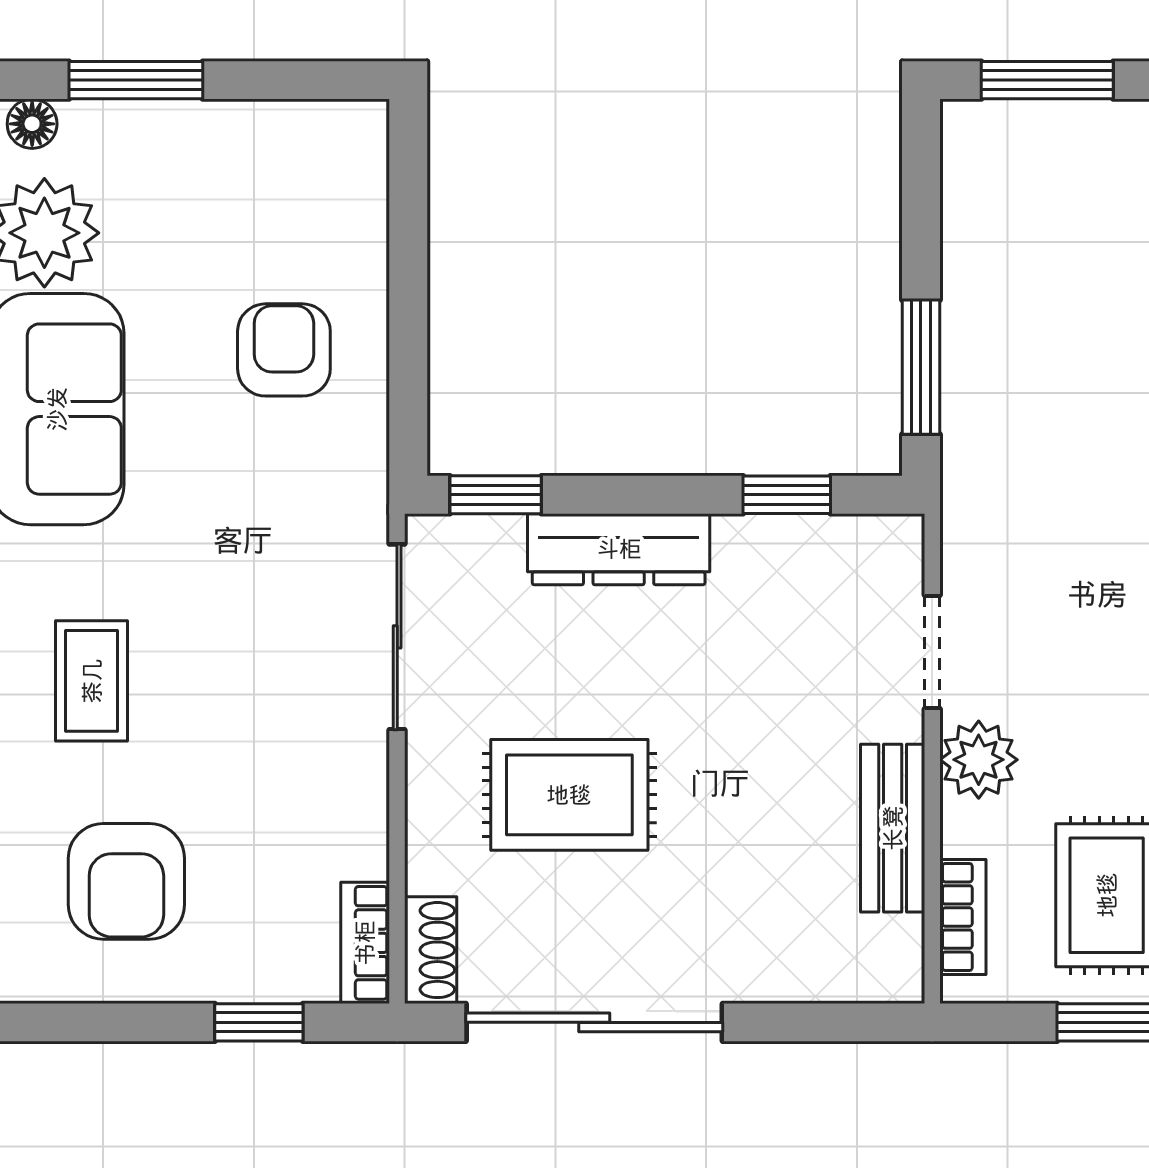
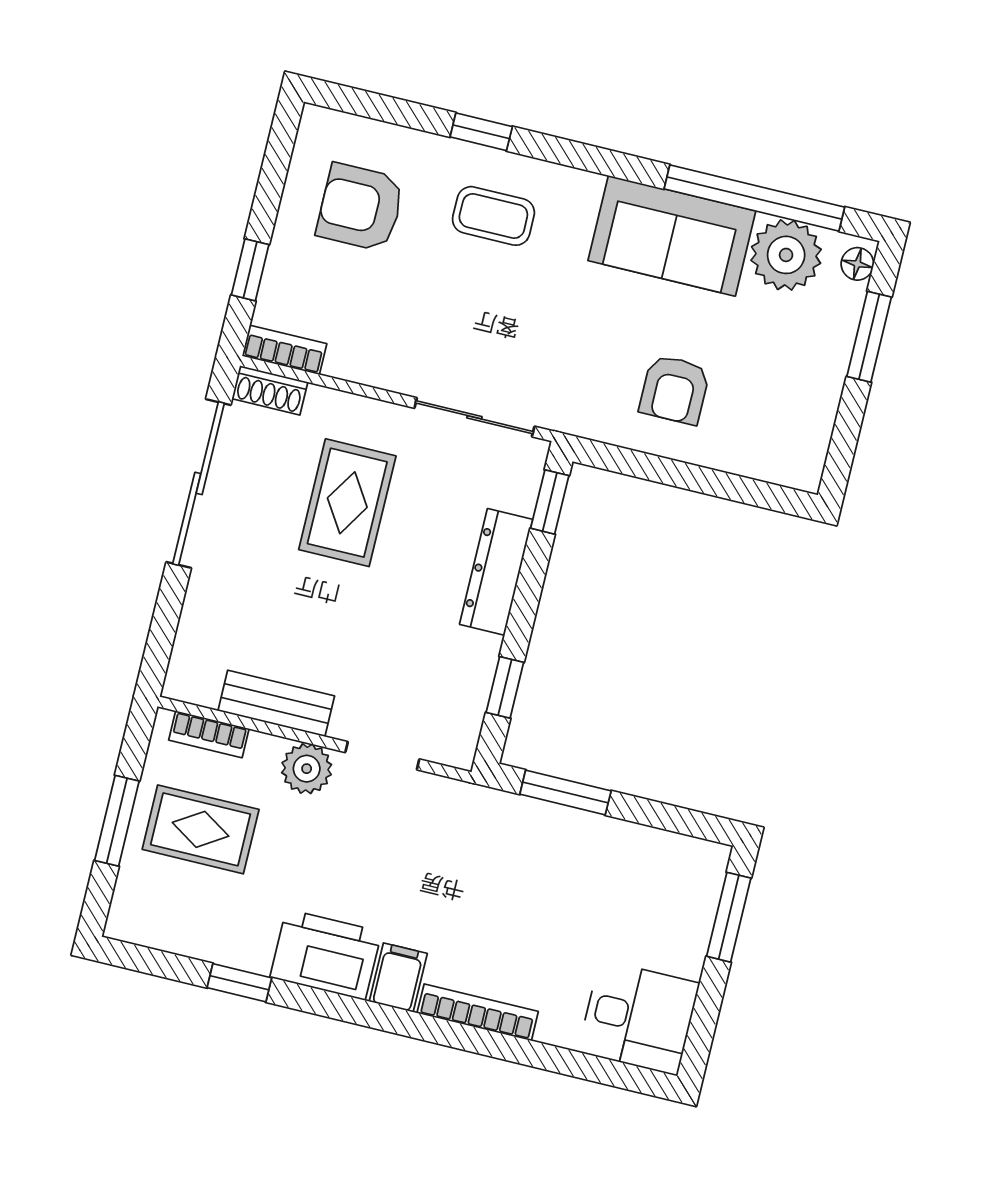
armchair: (284, 350) -> (675, 389), turned 90

